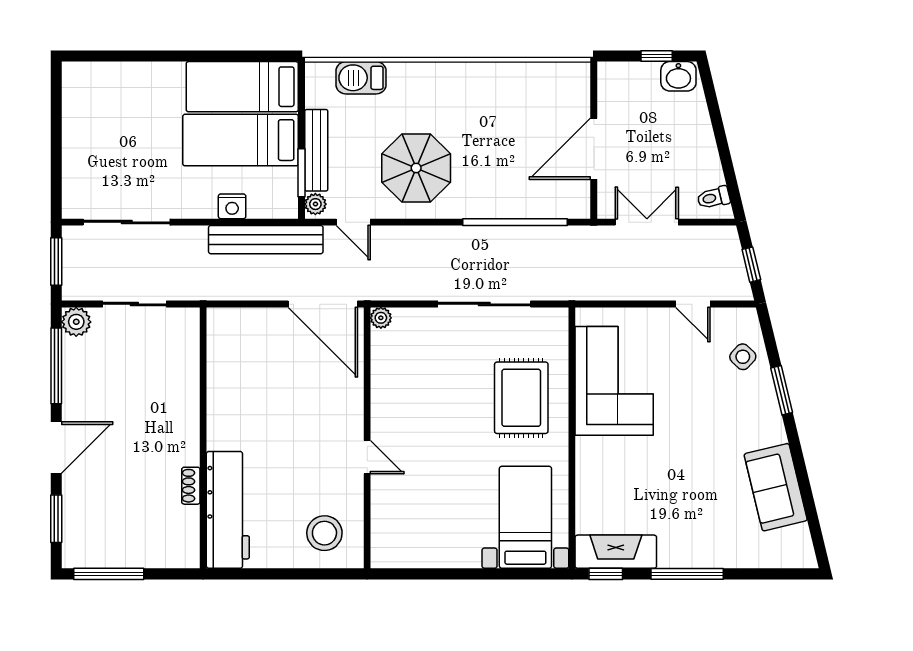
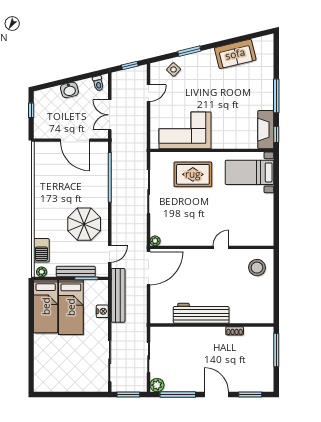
washbasin: (678, 76) -> (69, 90), moved, turned 76
plant: (315, 204) -> (42, 272), moved
workbench: (228, 510) -> (201, 313), moved
window: (109, 574) -> (276, 350), moved

